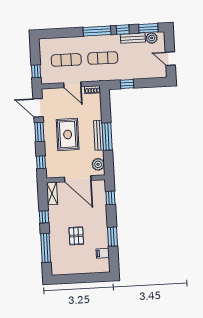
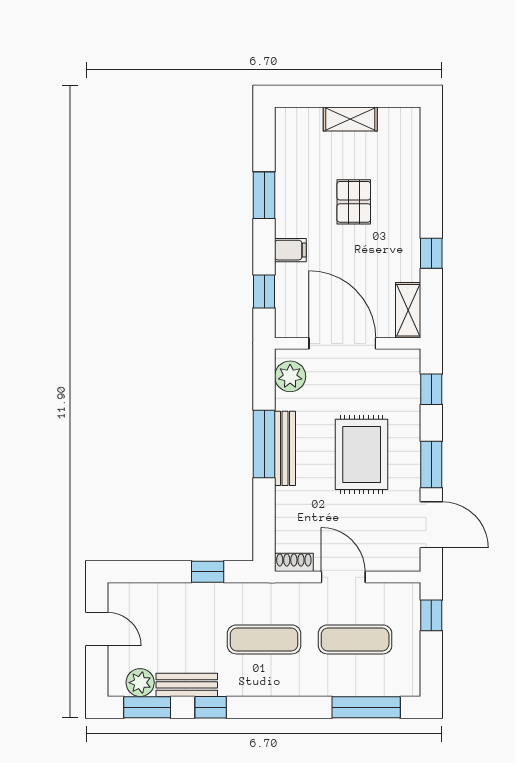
window: (97, 31) -> (366, 707), moved
window: (46, 248) -> (431, 176), removed
filing cabinet: (103, 253) -> (290, 250), moved
shelving: (79, 269) -> (350, 119), added

